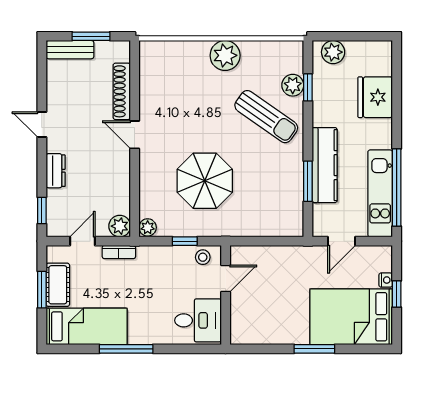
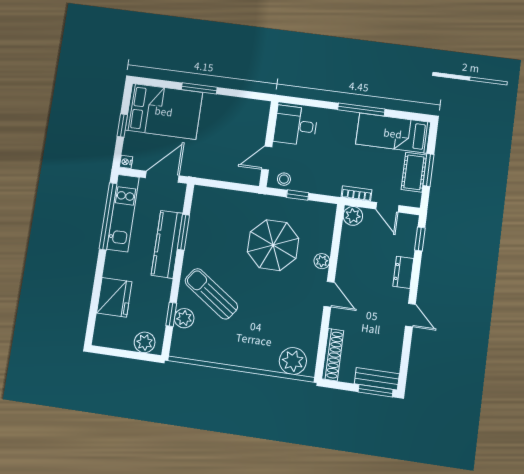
window: (91, 36) -> (376, 391), moved
plant: (225, 55) -> (293, 361), moved
shoe rack: (122, 91) -> (333, 355), moved
plant: (148, 227) -> (322, 261), moved
door: (83, 241) -> (387, 207), hinge flipped
door: (342, 241) -> (162, 177), width x1.38
nightstand: (386, 280) -> (126, 162), moved

